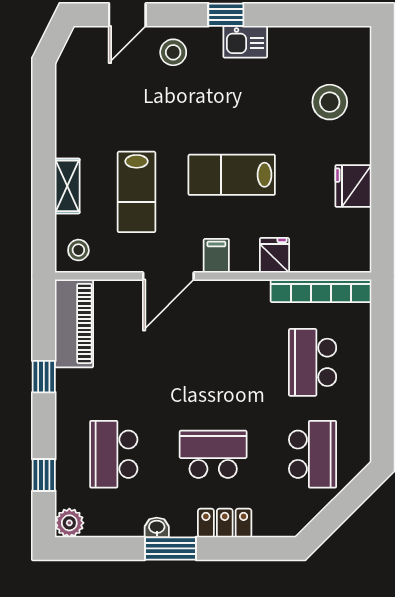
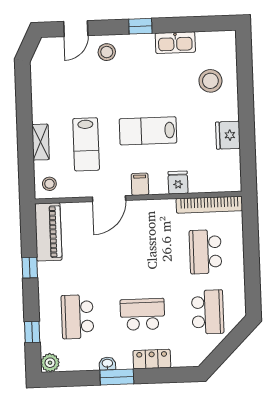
kitchen sink: (245, 42) -> (175, 43), moved, width x1.38

